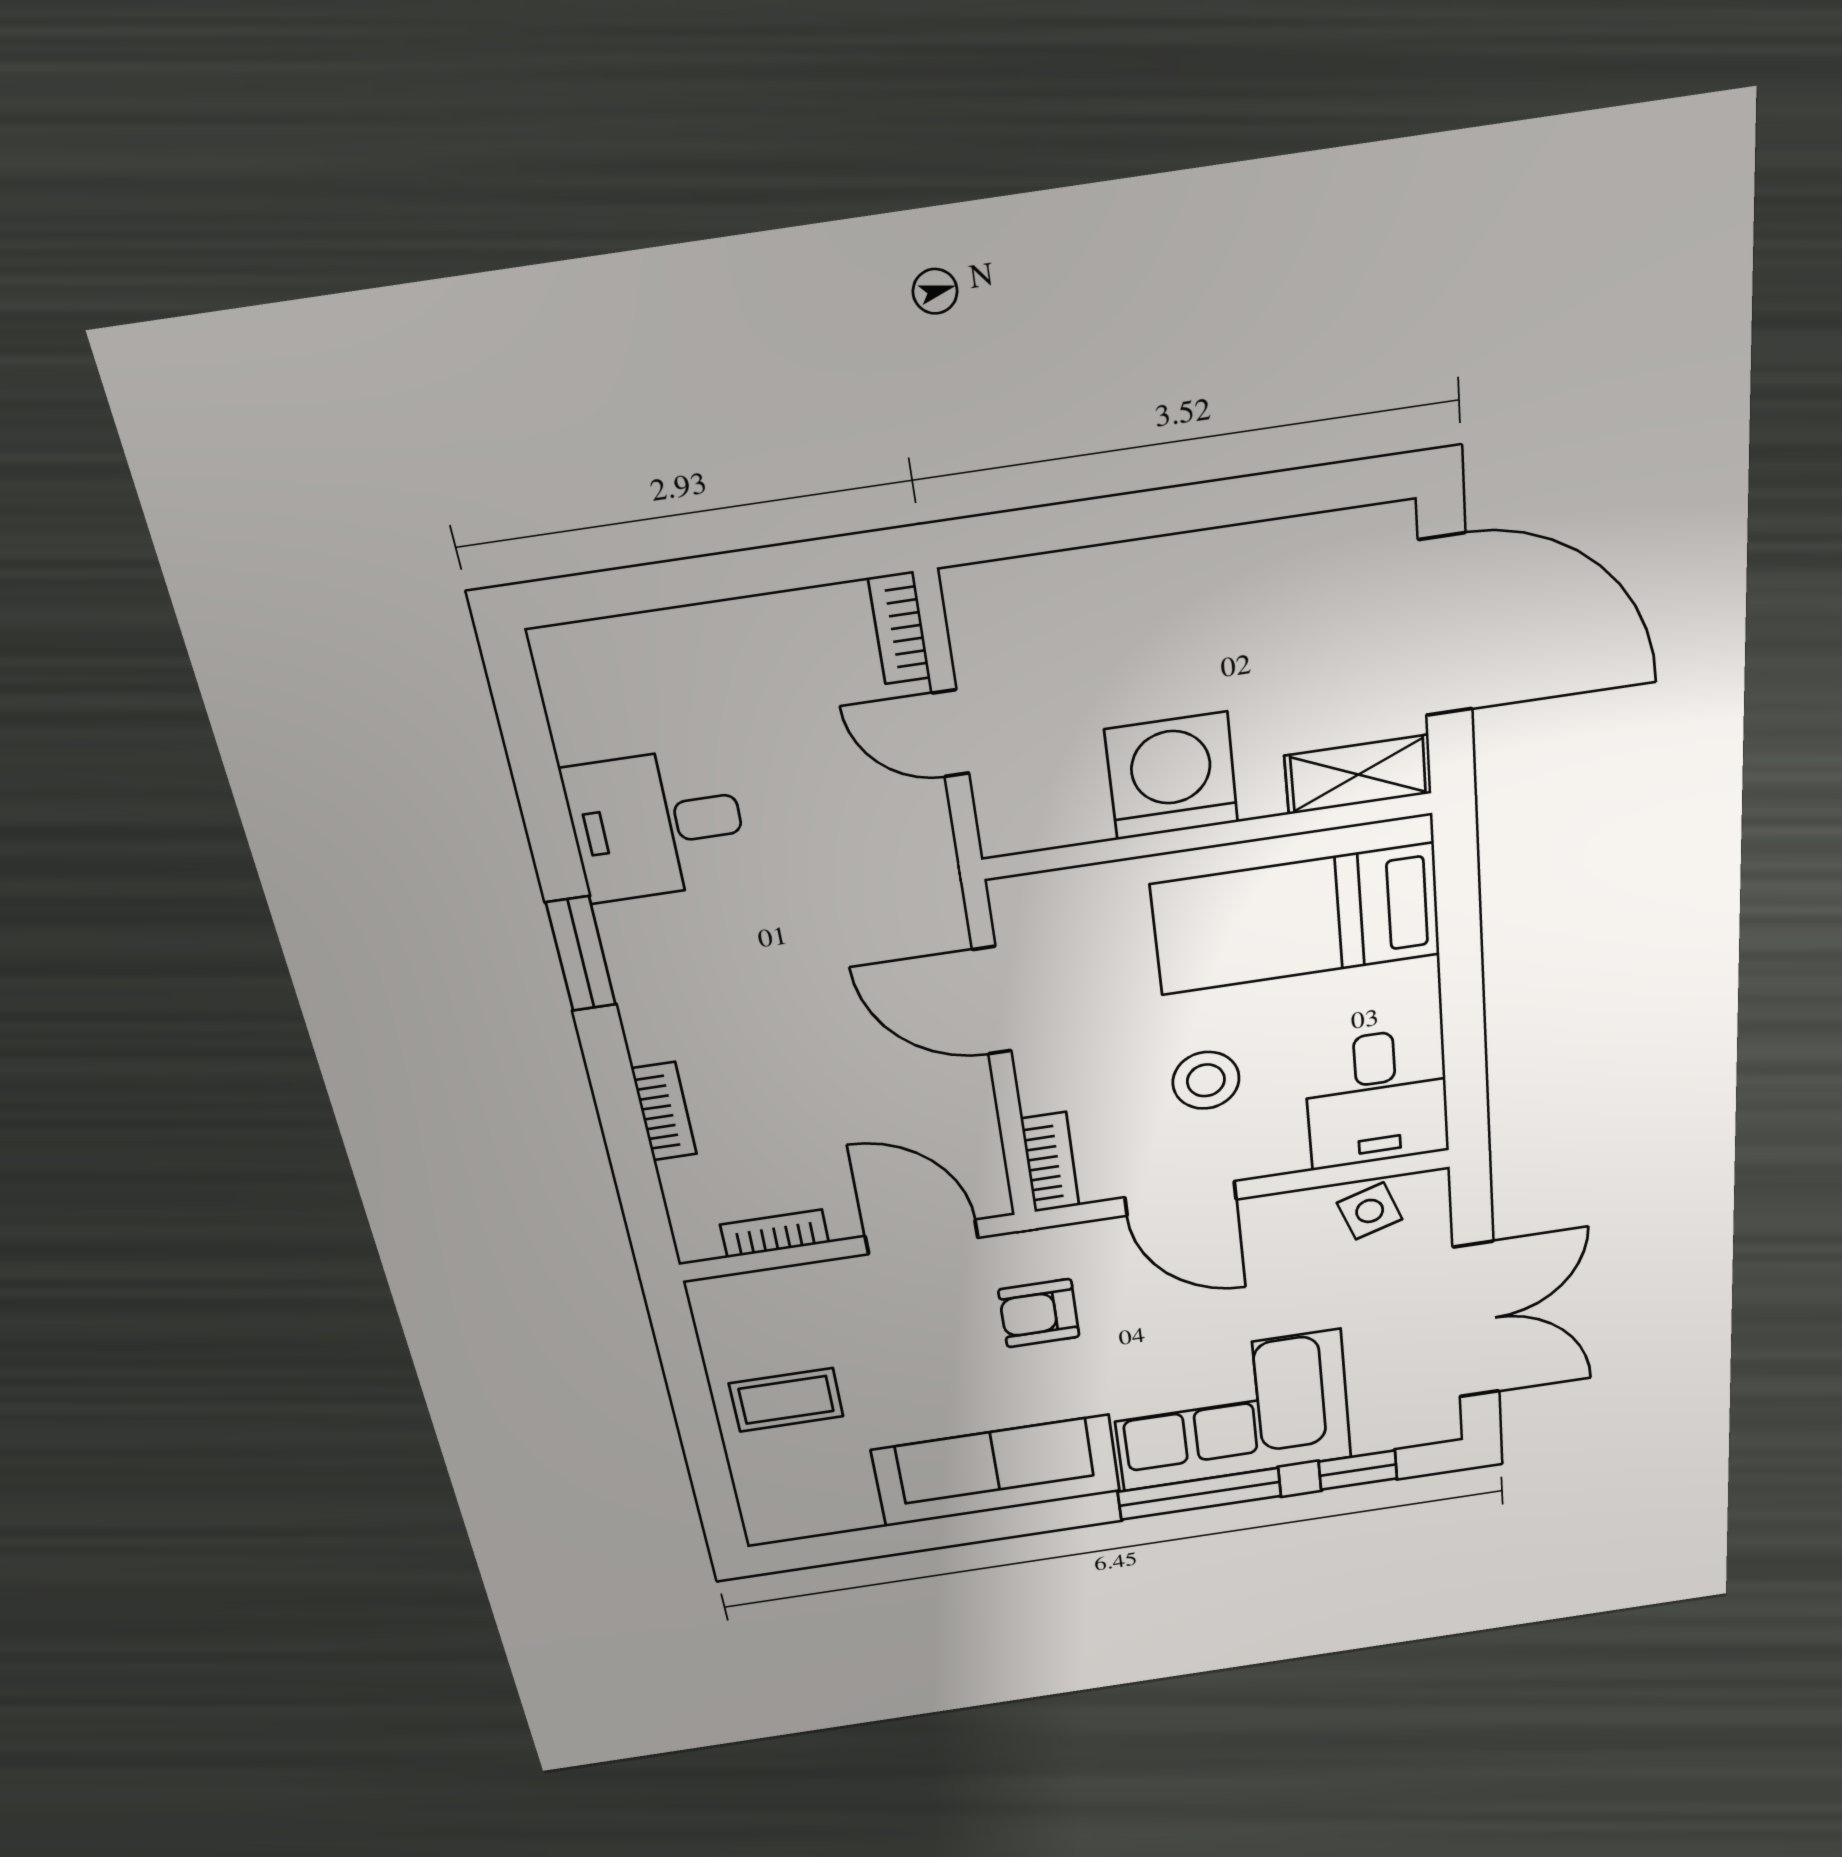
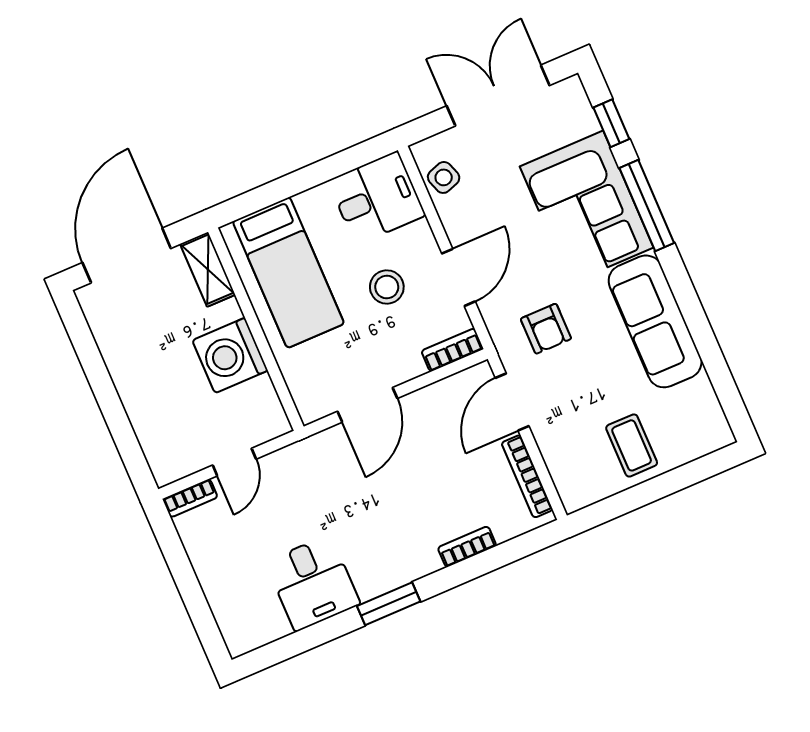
bookcase: (775, 1234) -> (527, 476), width x1.56

